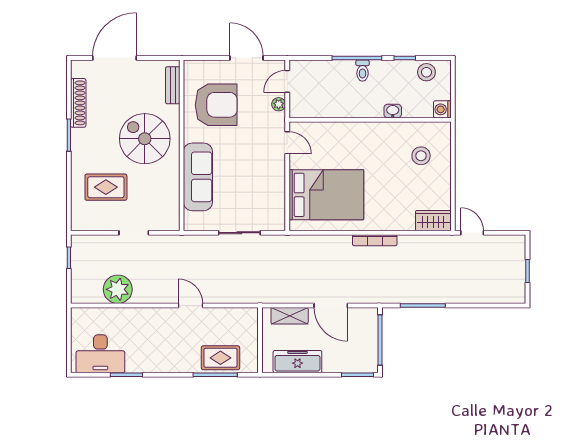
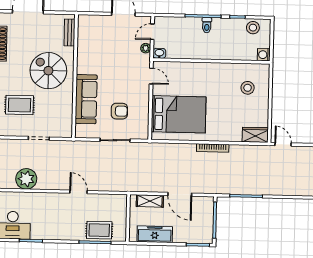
armchair: (216, 105) -> (119, 111), moved, width x0.53, depth x0.53
washbasin: (393, 111) -> (159, 53), moved

